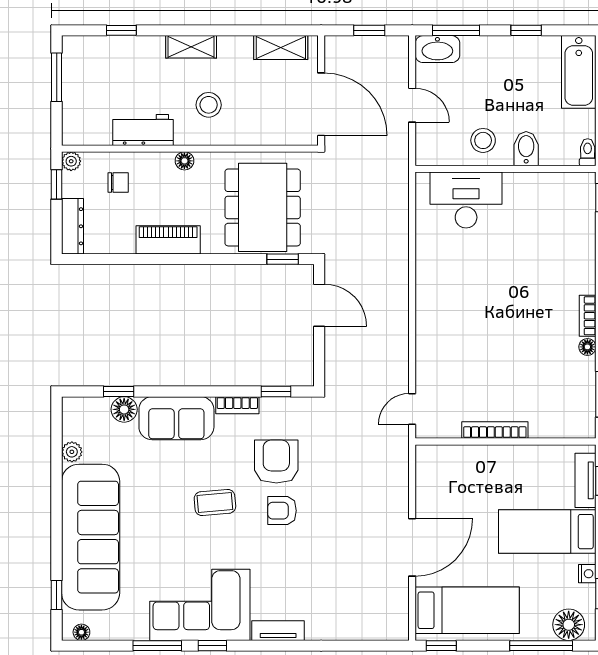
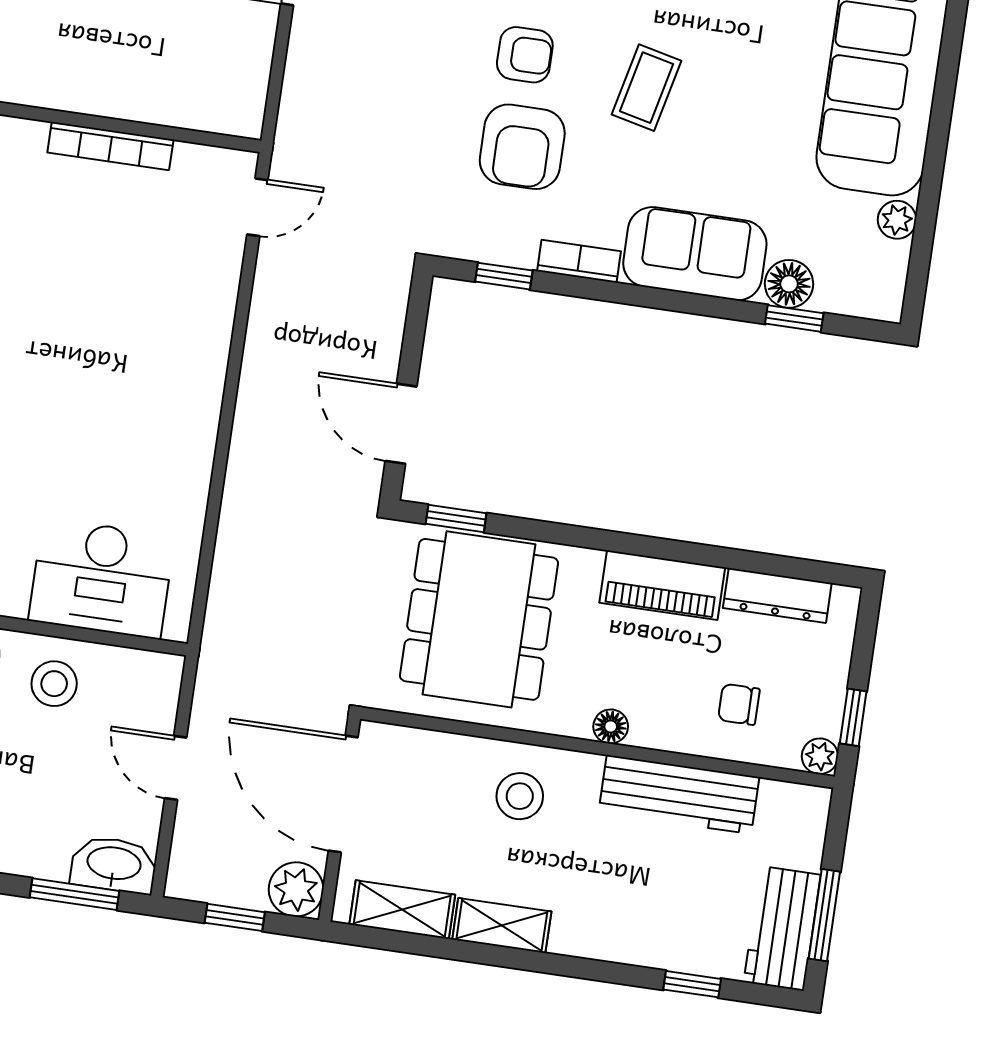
shelving: (191, 47) -> (502, 926), moved
plant: (339, 50) -> (296, 889), added
workbench: (78, 67) -> (782, 928), added
stool: (209, 105) -> (520, 796), moved
workbench: (143, 130) -> (679, 794), width x1.37
dresser: (72, 226) -> (777, 595), moved, turned -90
coffee table: (215, 503) -> (647, 88), turned -72

